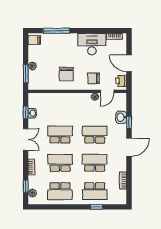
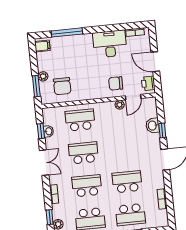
chair: (66, 74) -> (62, 86), moved
school desk: (95, 135) -> (80, 120), moved

